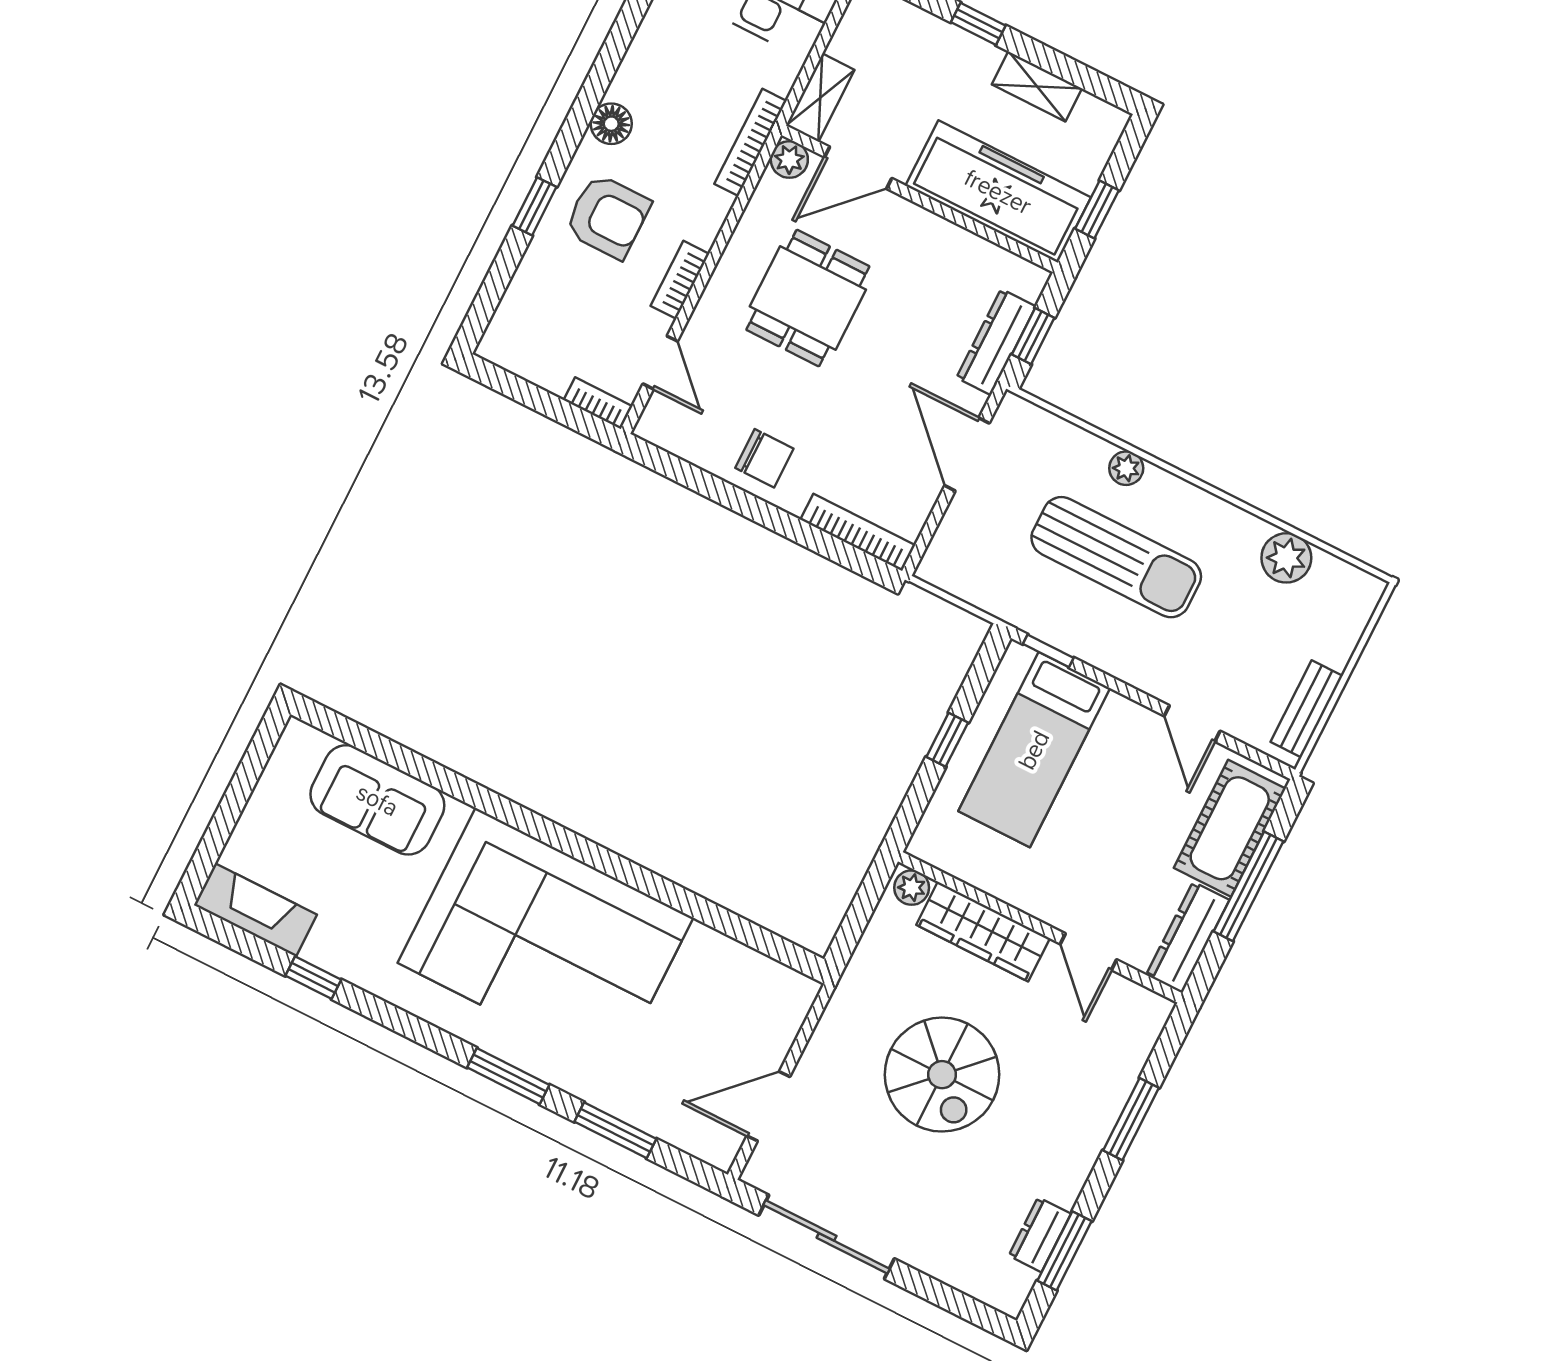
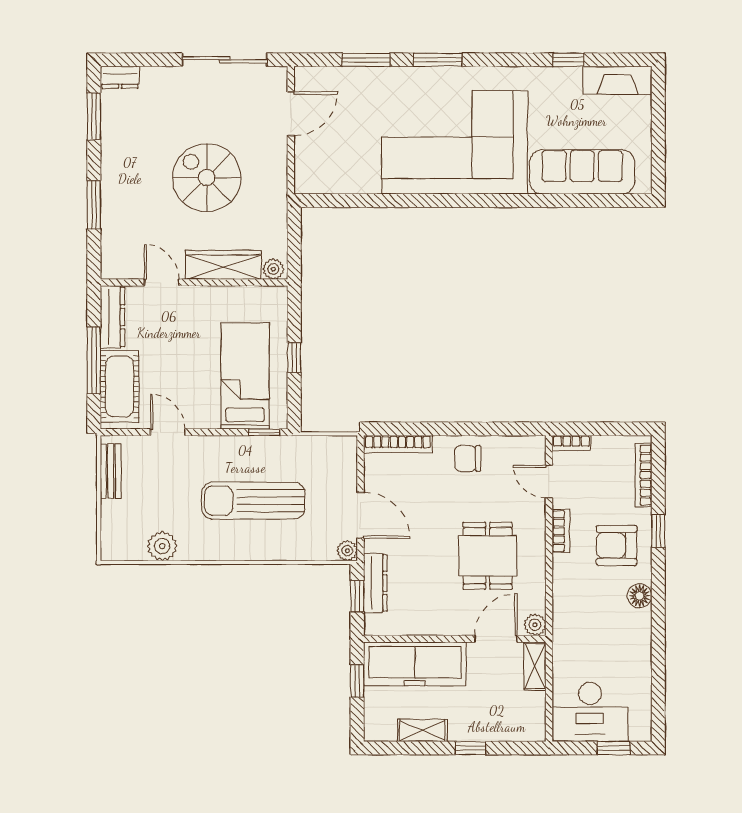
bookcase: (750, 142) -> (644, 475), moved, turned 180
plant: (1126, 468) -> (347, 551), moved
sofa: (377, 800) -> (582, 172), width x1.36
dresser: (1040, 1235) -> (120, 77), moved, turned 90

